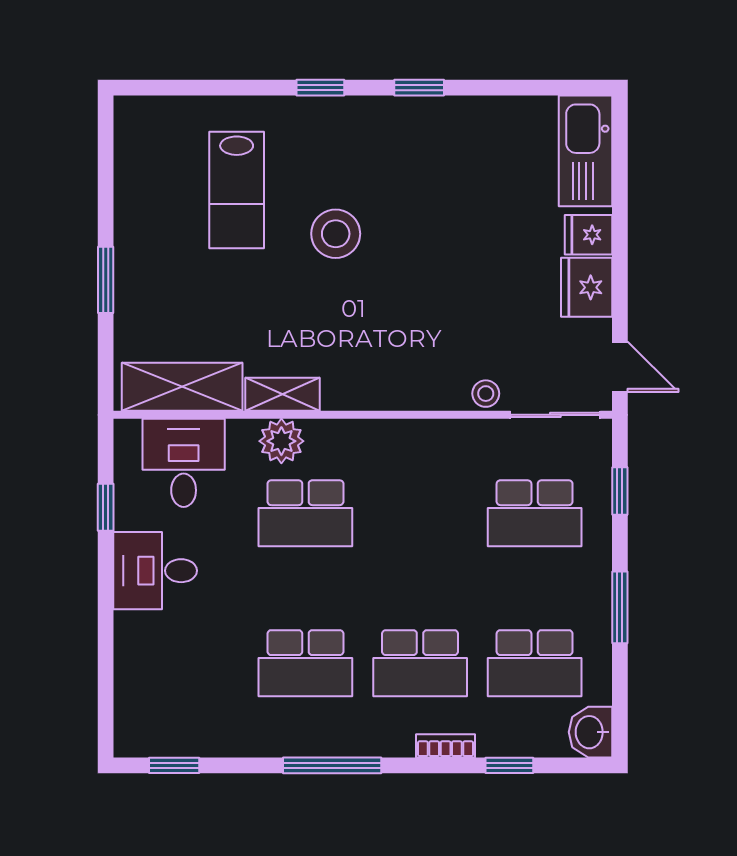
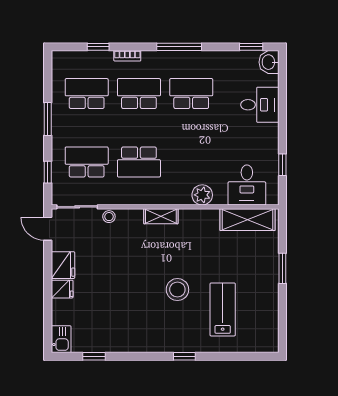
window: (419, 88) -> (94, 356), moved
kitchen sink: (585, 151) -> (61, 339), width x0.53, depth x0.81
shelving: (283, 394) -> (161, 216), moved
school desk: (305, 513) -> (139, 162), moved, turned 180
desk: (155, 571) -> (260, 105), moved
washbasin: (590, 732) -> (269, 62), moved, turned 180

